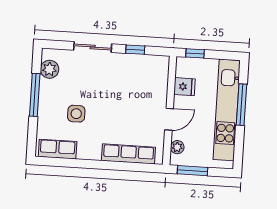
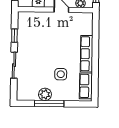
plant: (50, 69) -> (45, 94), moved
row of seats: (128, 154) -> (87, 54), moved

